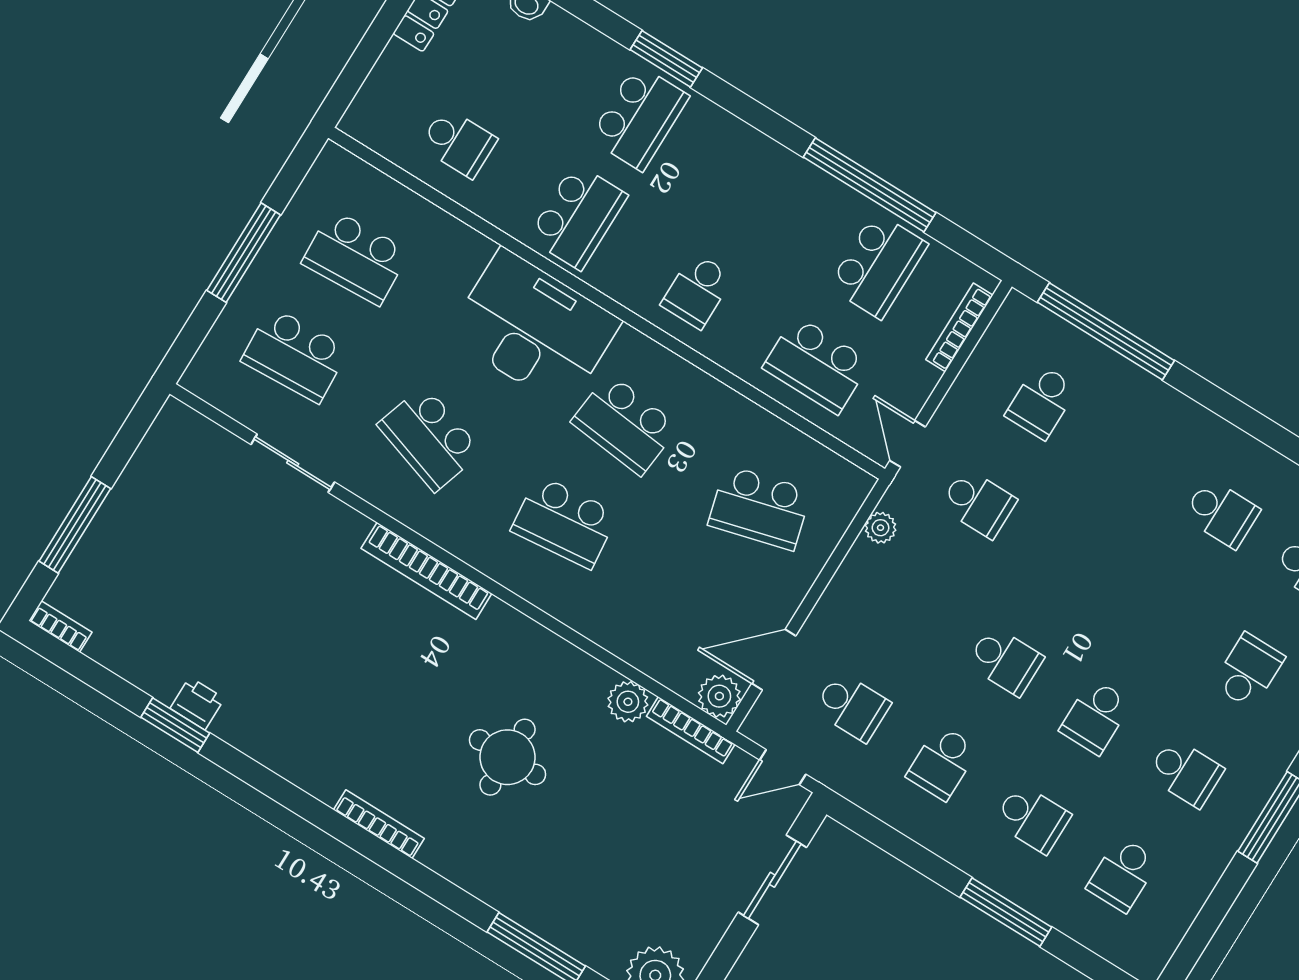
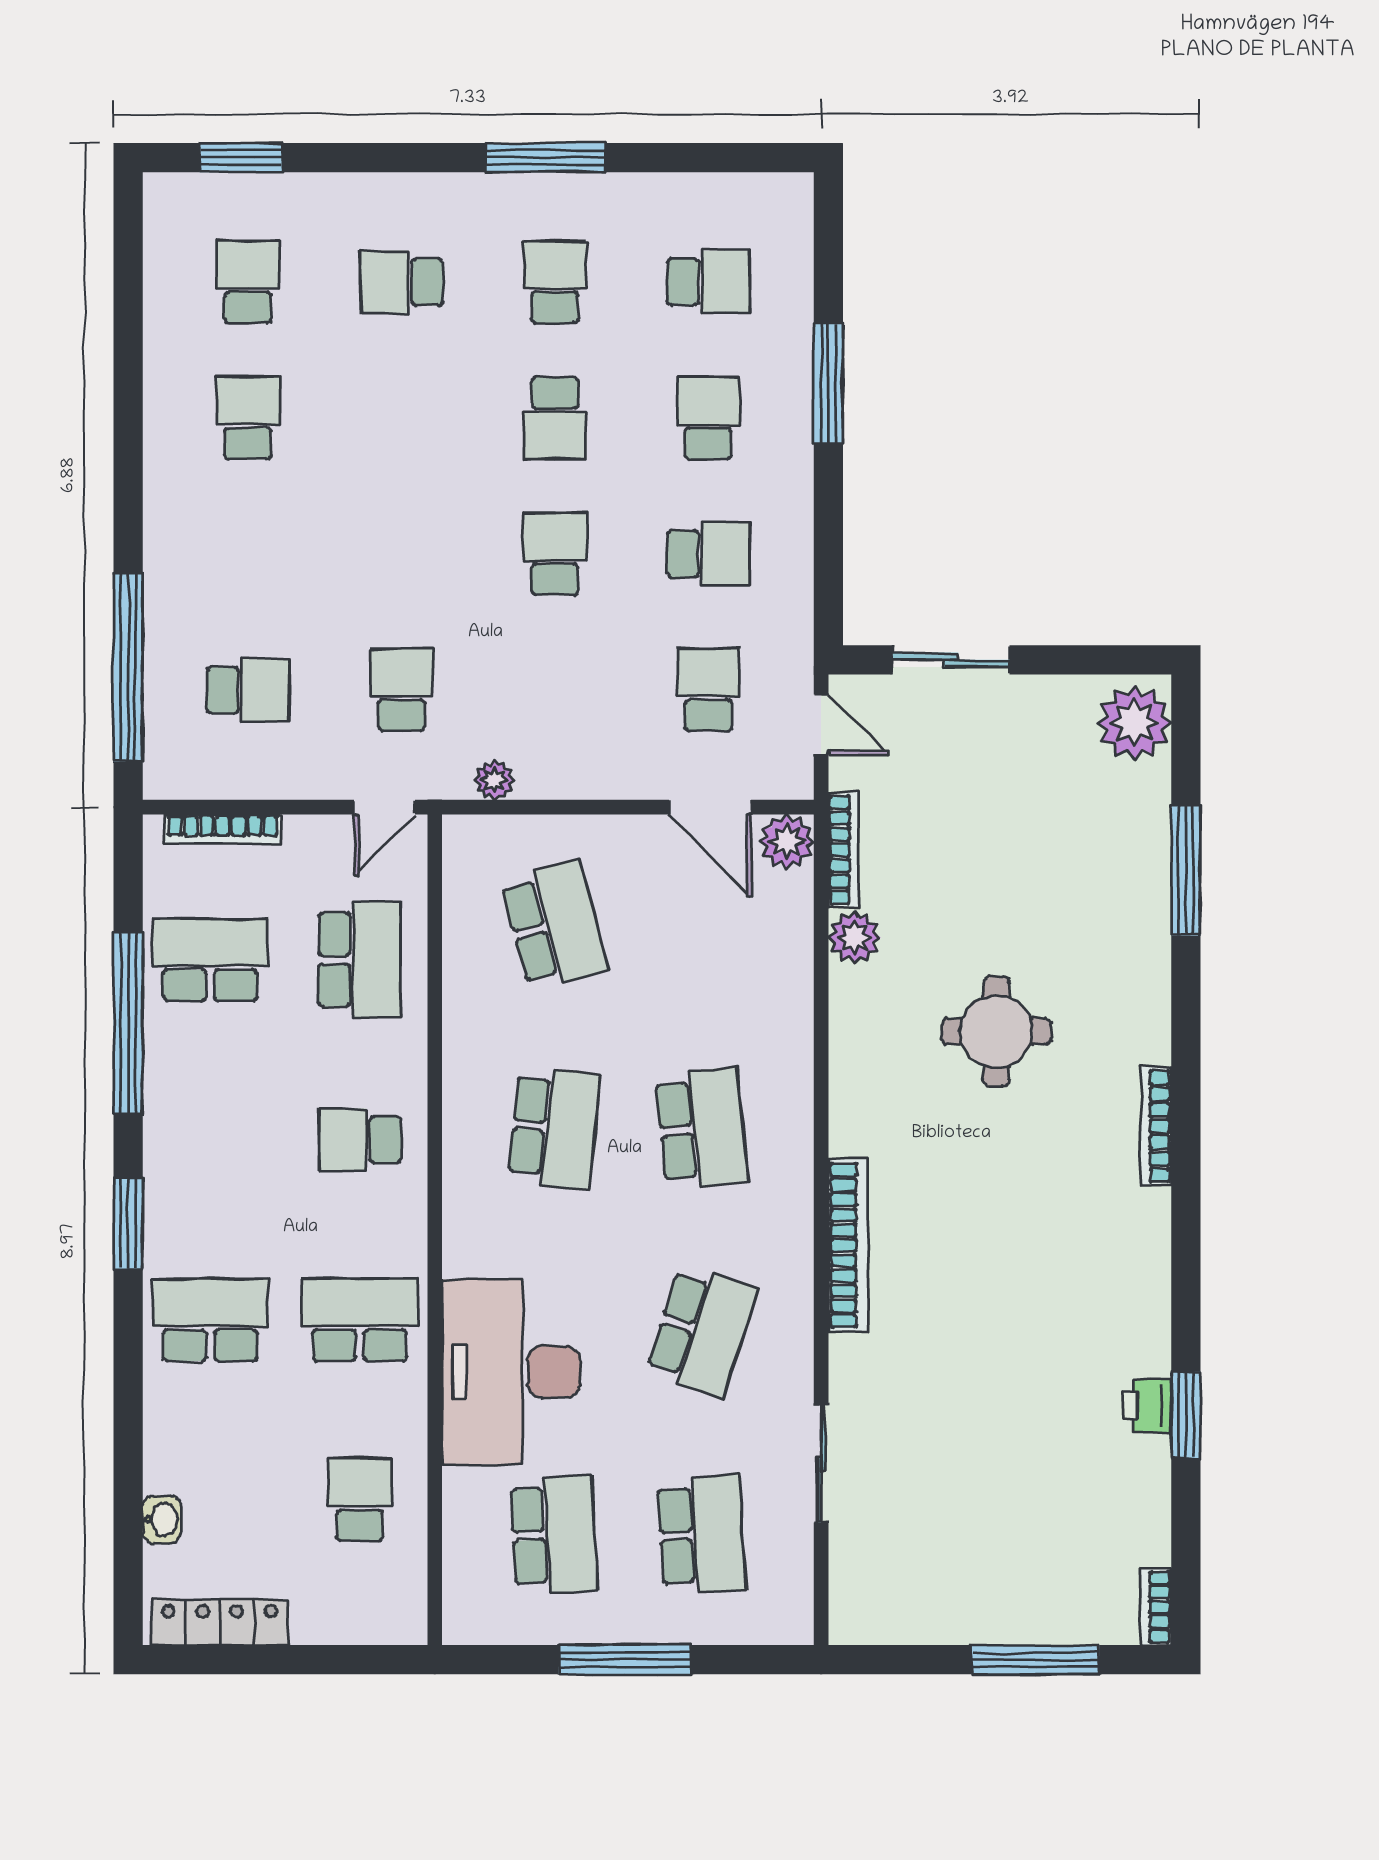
window: (666, 59) -> (128, 1224), moved
school desk: (697, 291) -> (360, 1140), turned 180
desk: (534, 328) -> (511, 1372), moved
school desk: (1095, 717) -> (555, 418), turned 90

